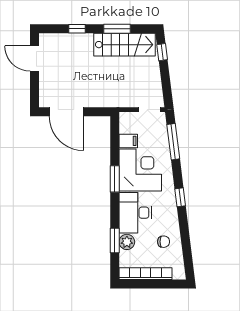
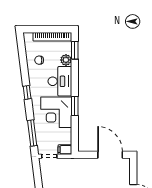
filing cabinet: (128, 141) -> (65, 150), moved
window: (115, 241) -> (75, 50), moved

